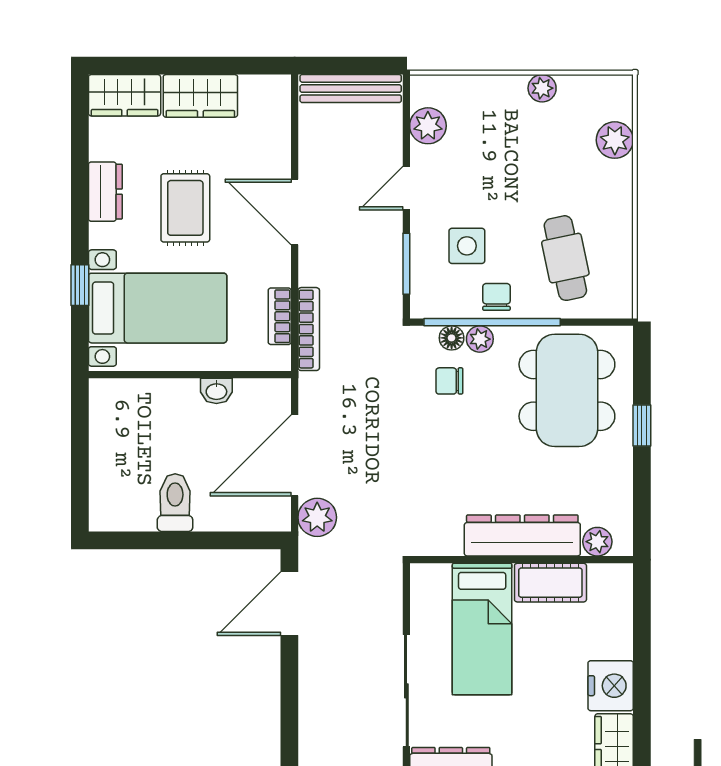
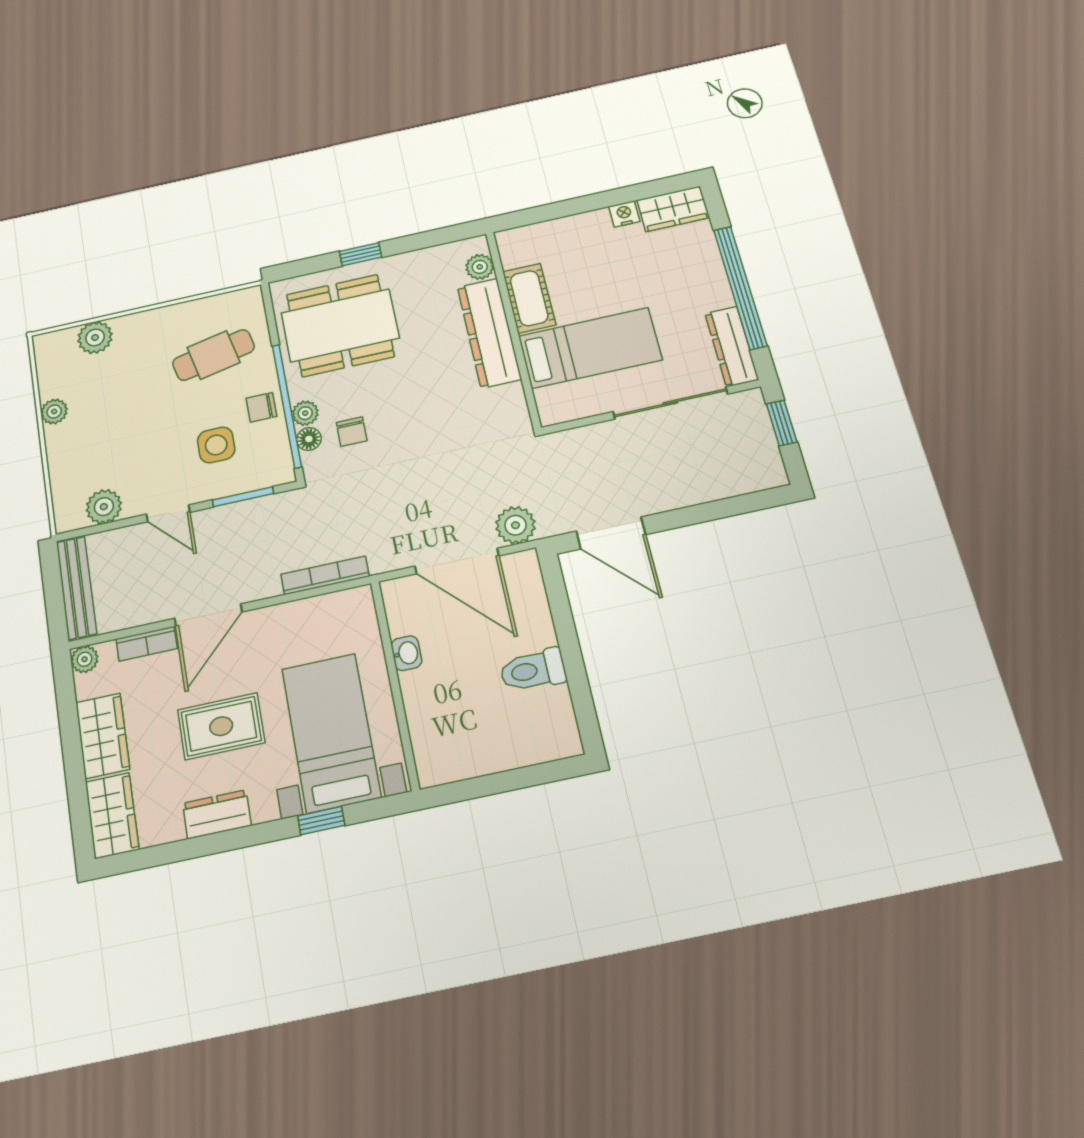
plant: (278, 88) -> (84, 659), added
bookcase: (280, 316) -> (147, 644), moved
nightstand: (611, 686) -> (624, 214), width x0.53, depth x0.56

